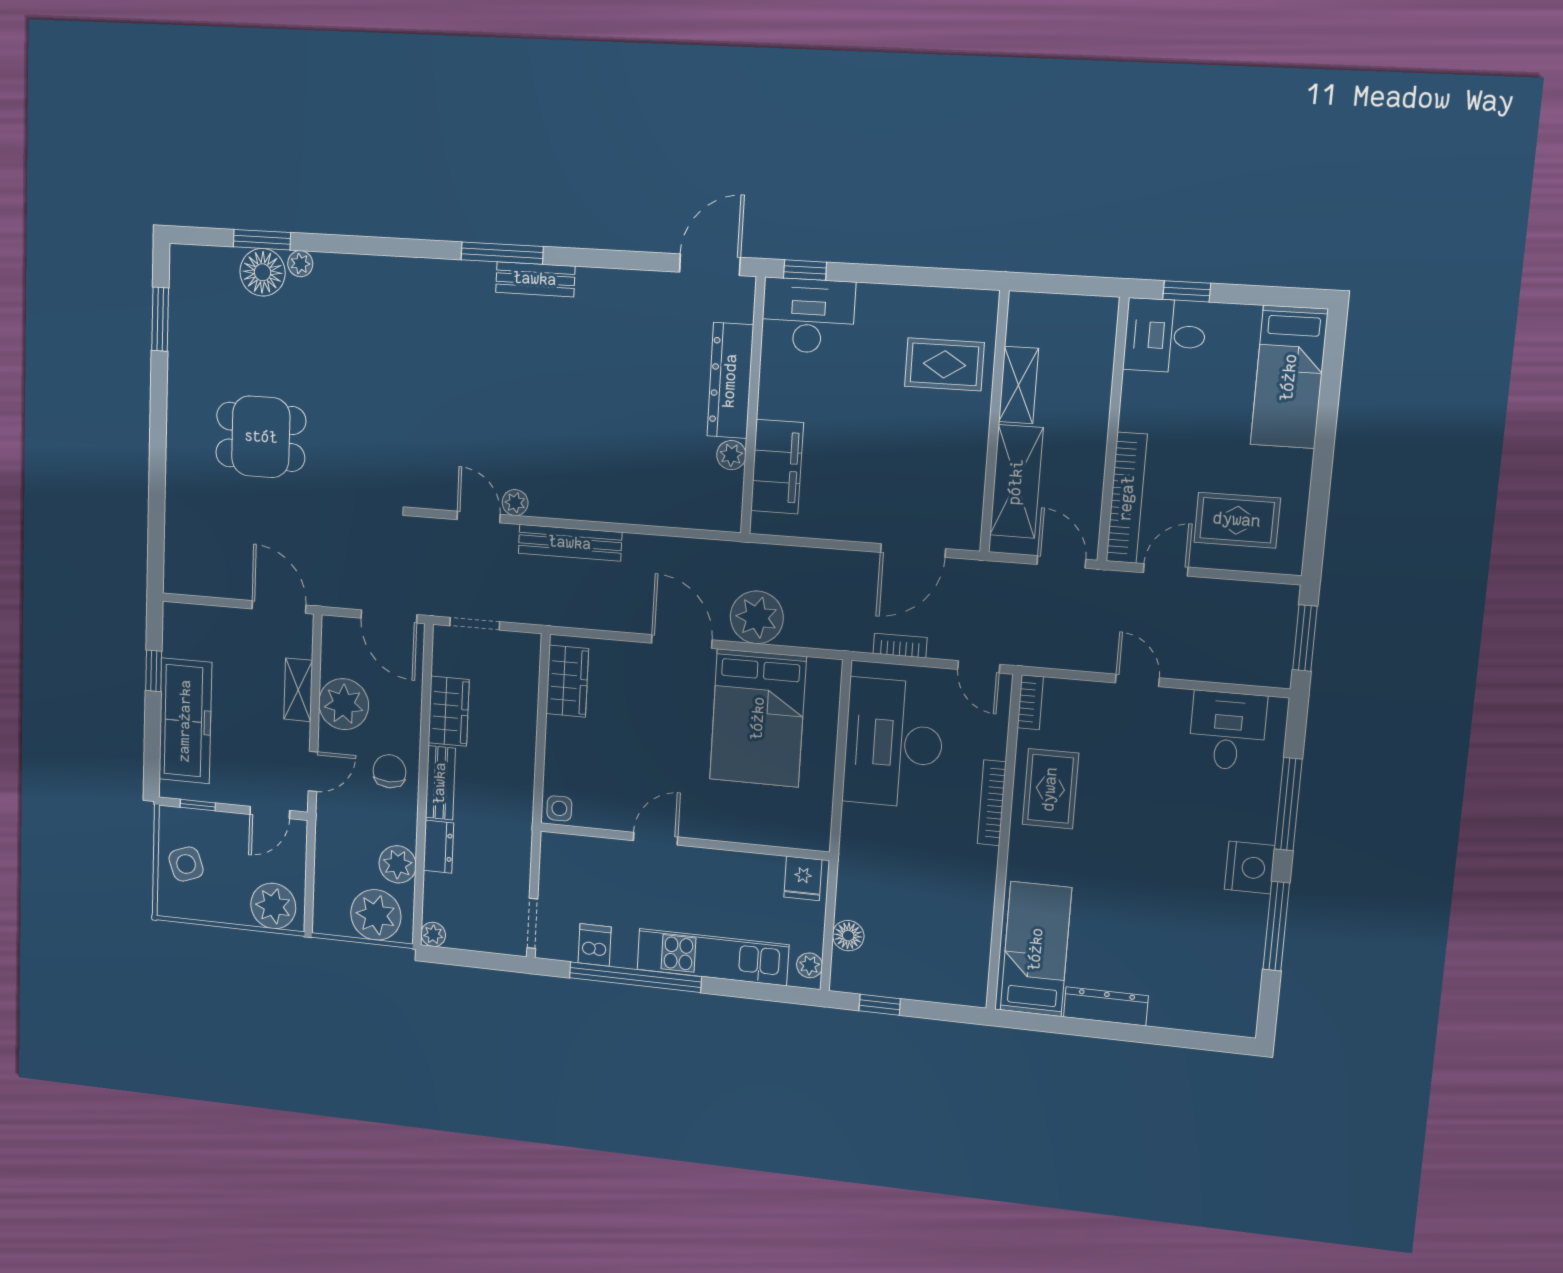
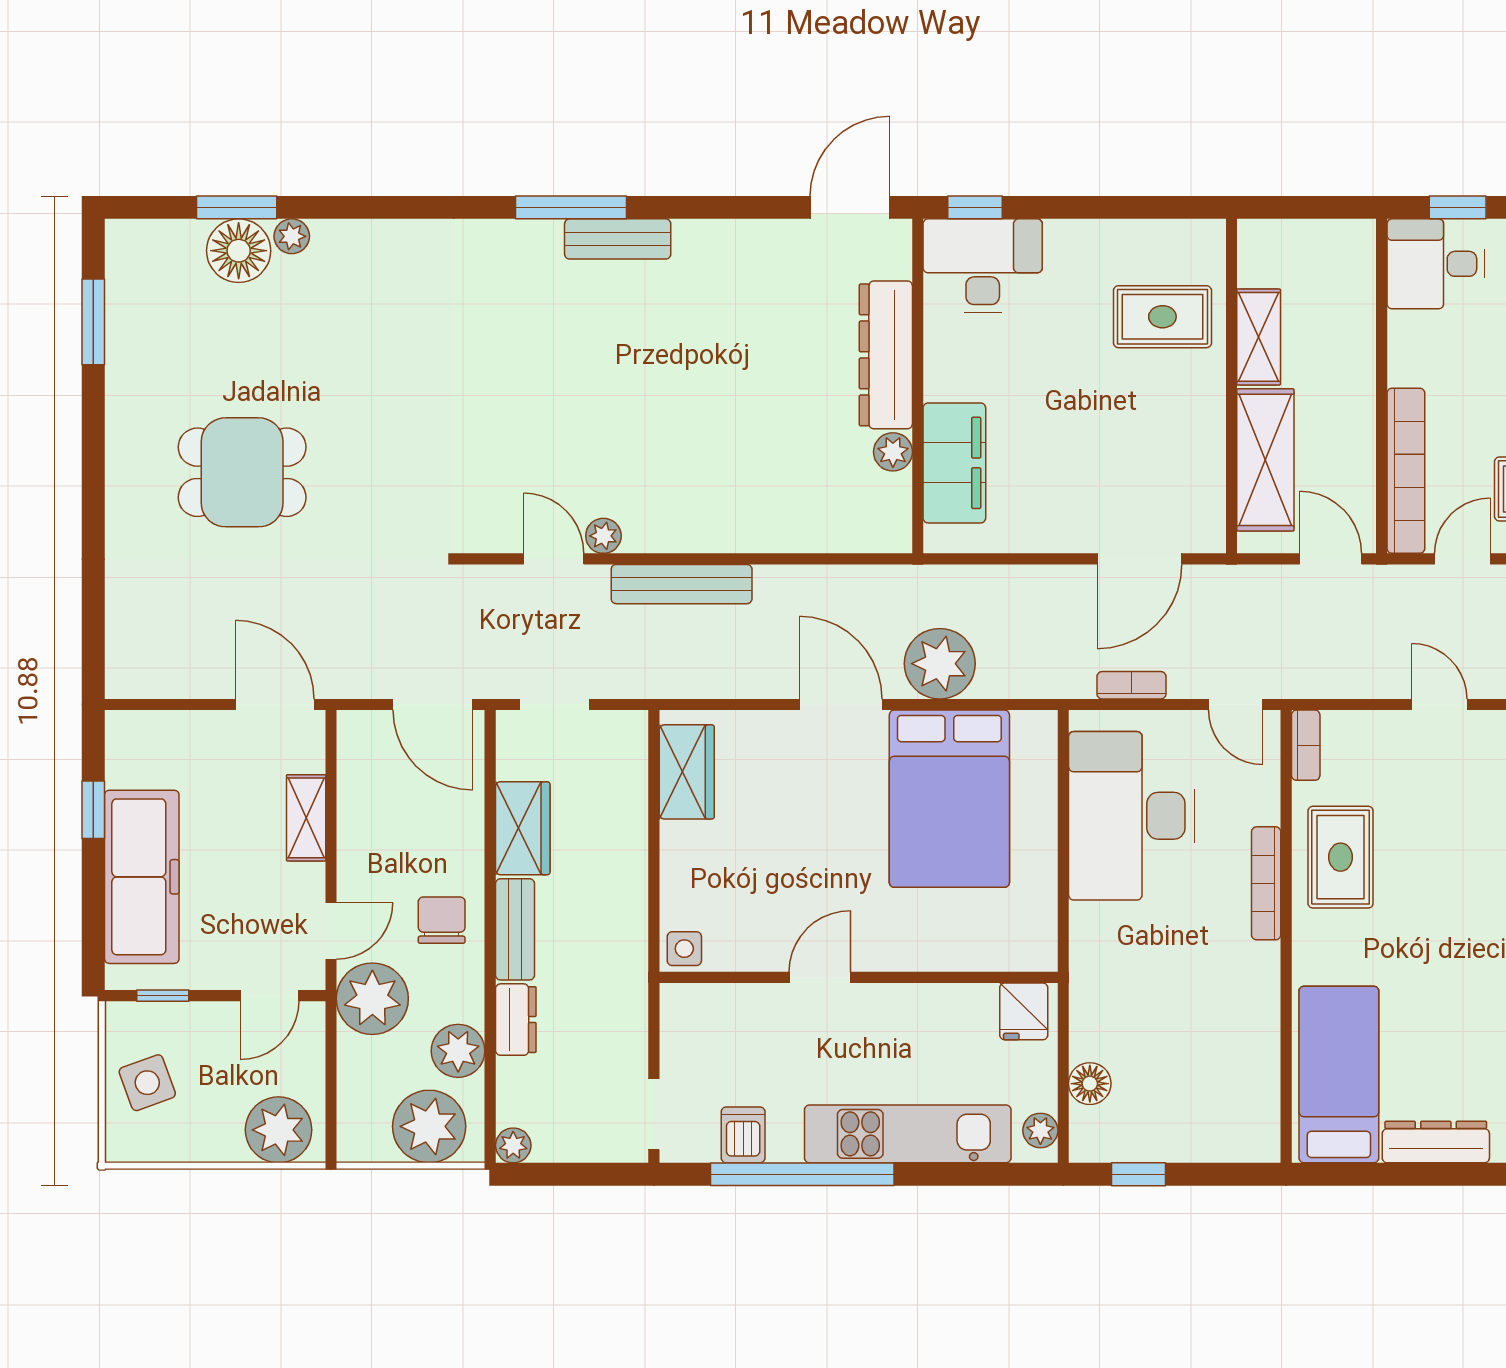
plant: (344, 704) -> (372, 999), moved

